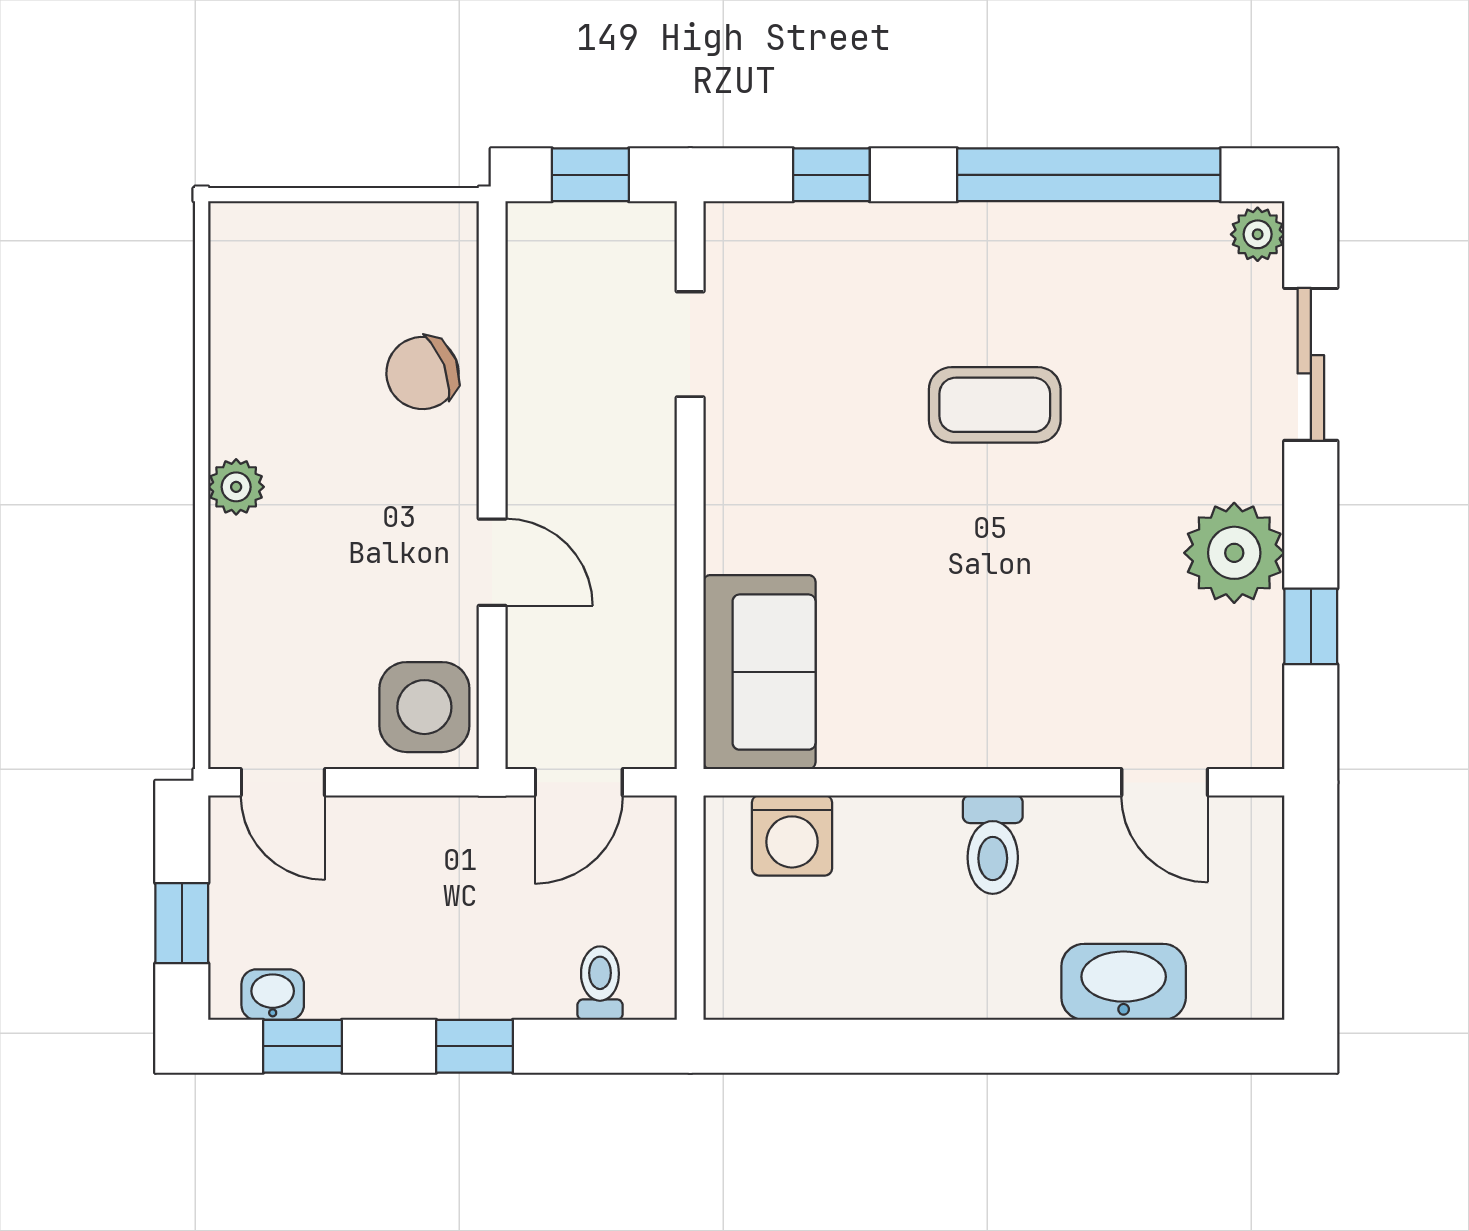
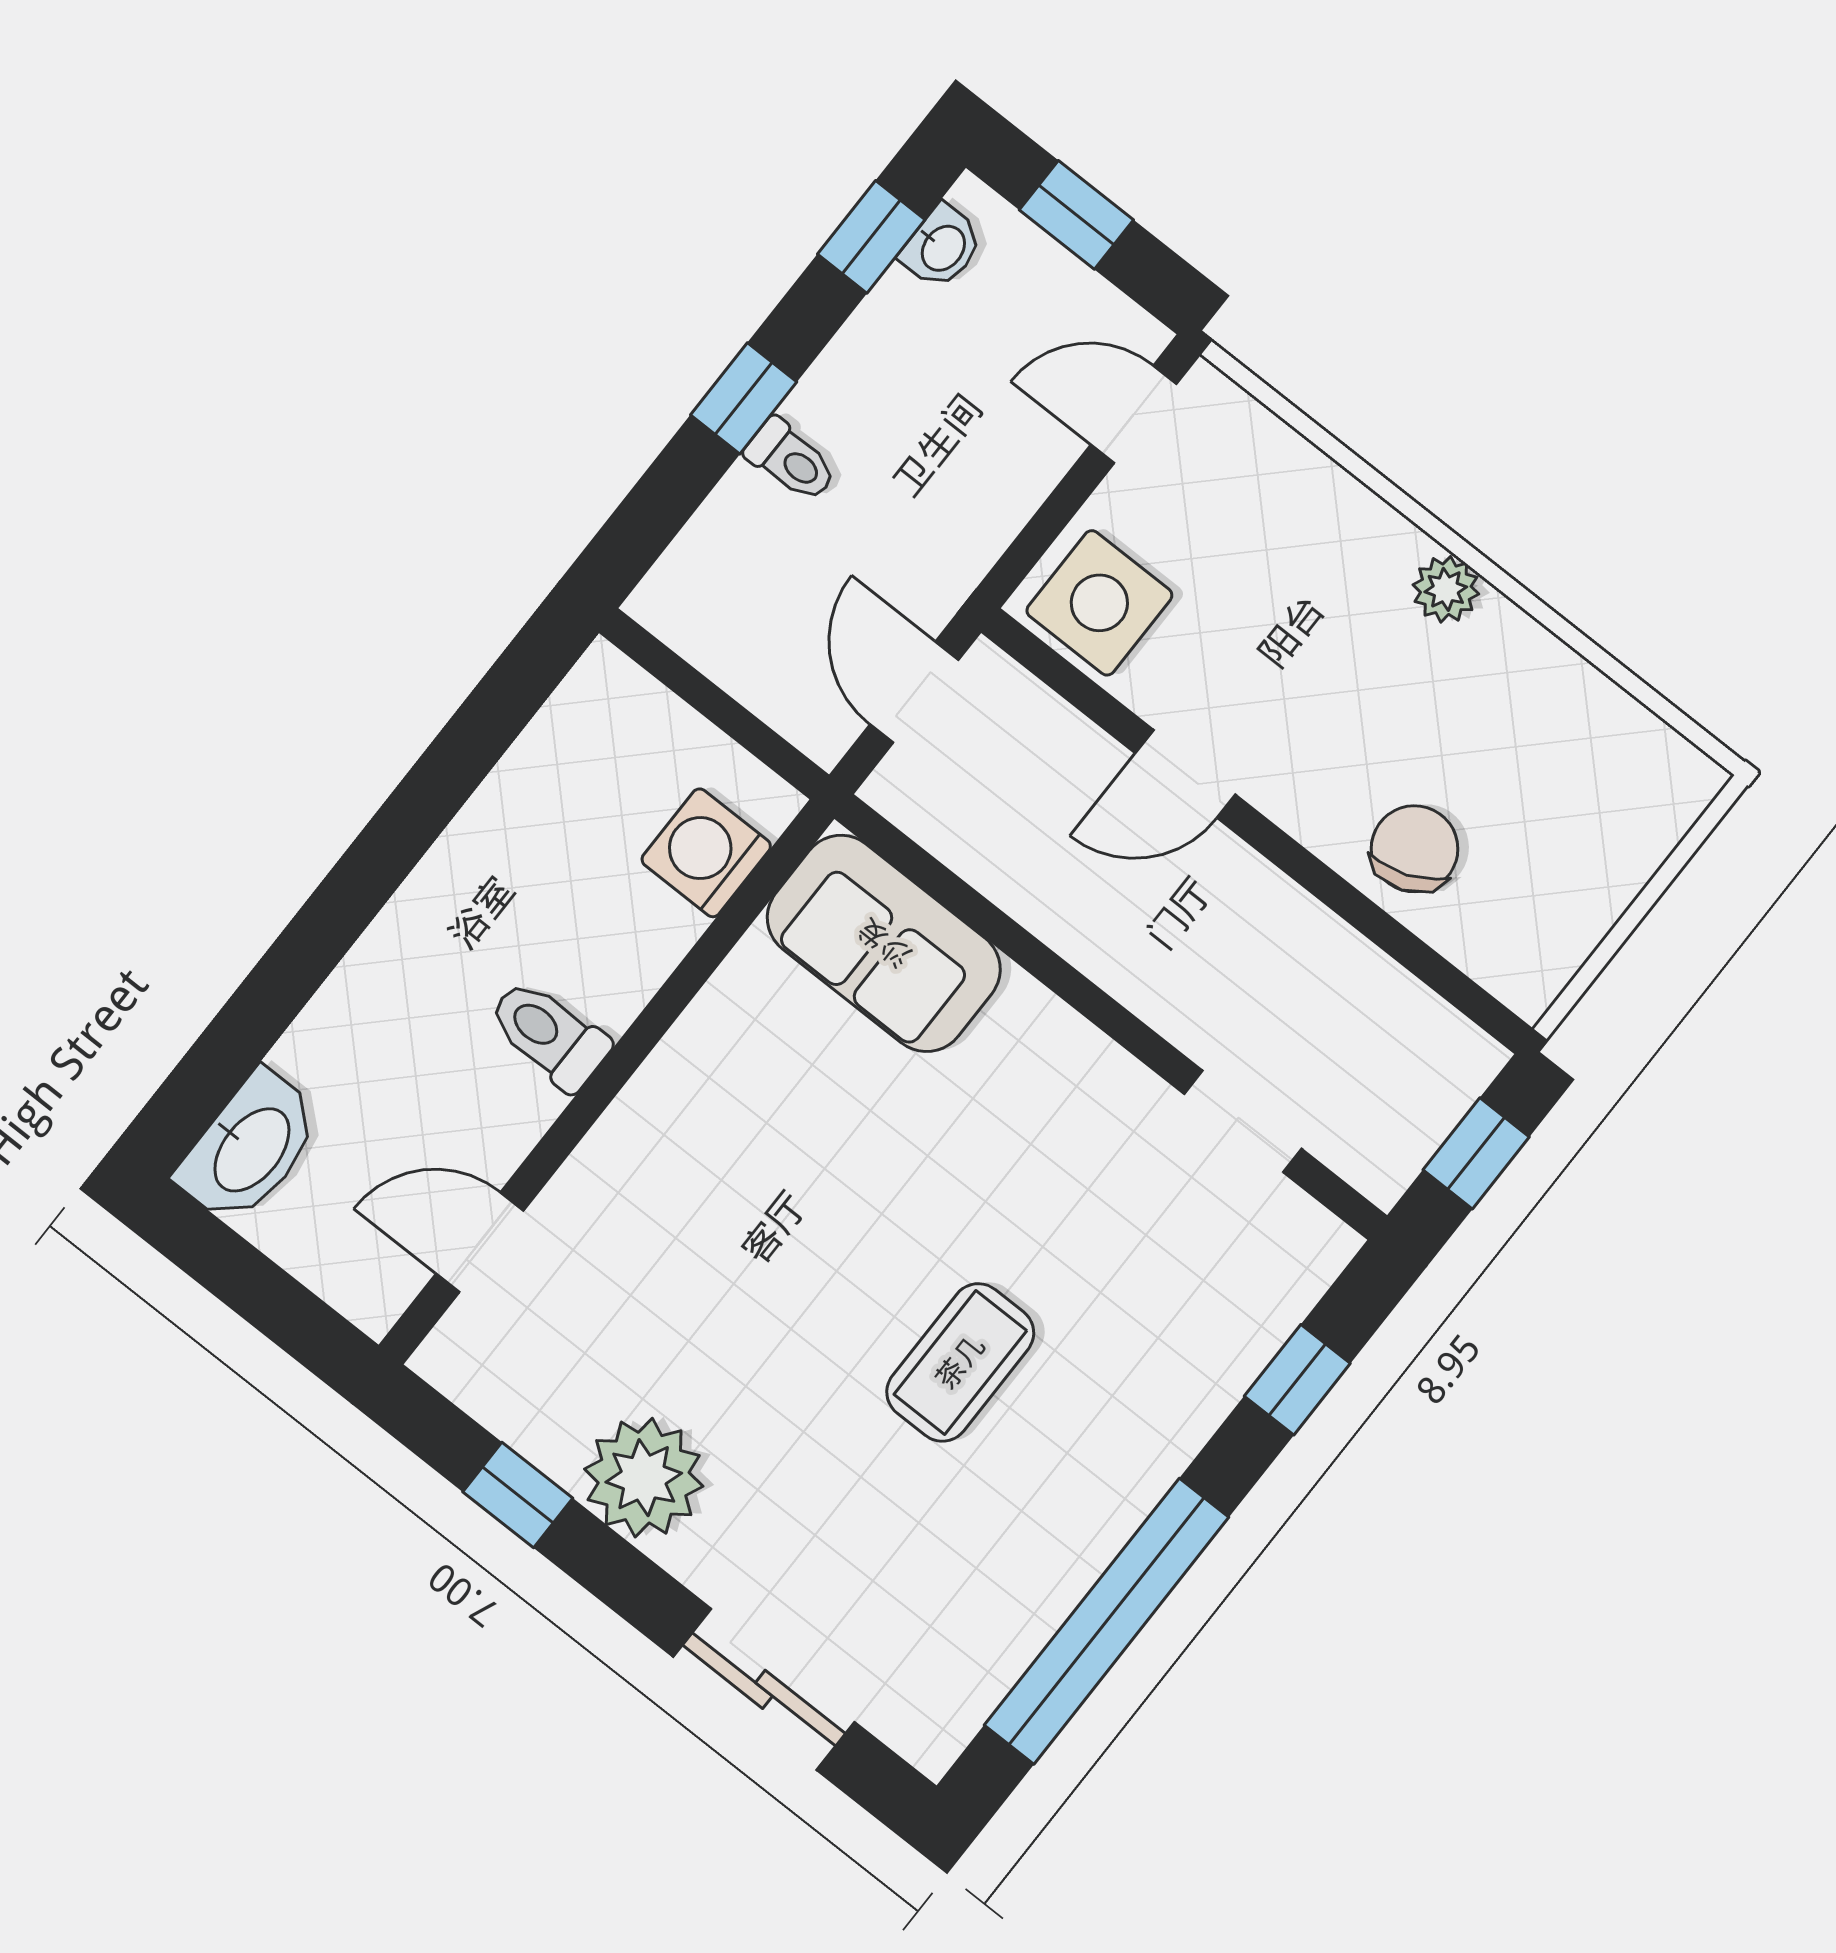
plant: (1258, 234) -> (925, 1736), removed
washbasin: (1124, 982) -> (250, 1148), moved
toilet: (600, 983) -> (791, 460), moved

